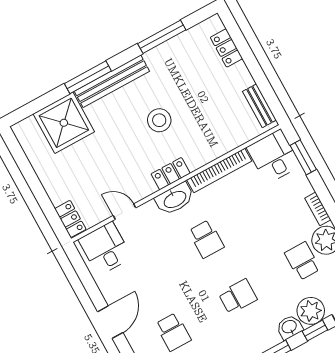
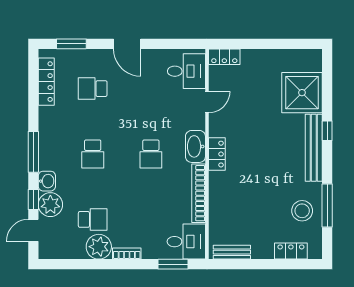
window: (88, 77) -> (327, 131), width x0.46
stool: (159, 120) -> (302, 211), moved
school desk: (206, 239) -> (151, 154), turned -90

